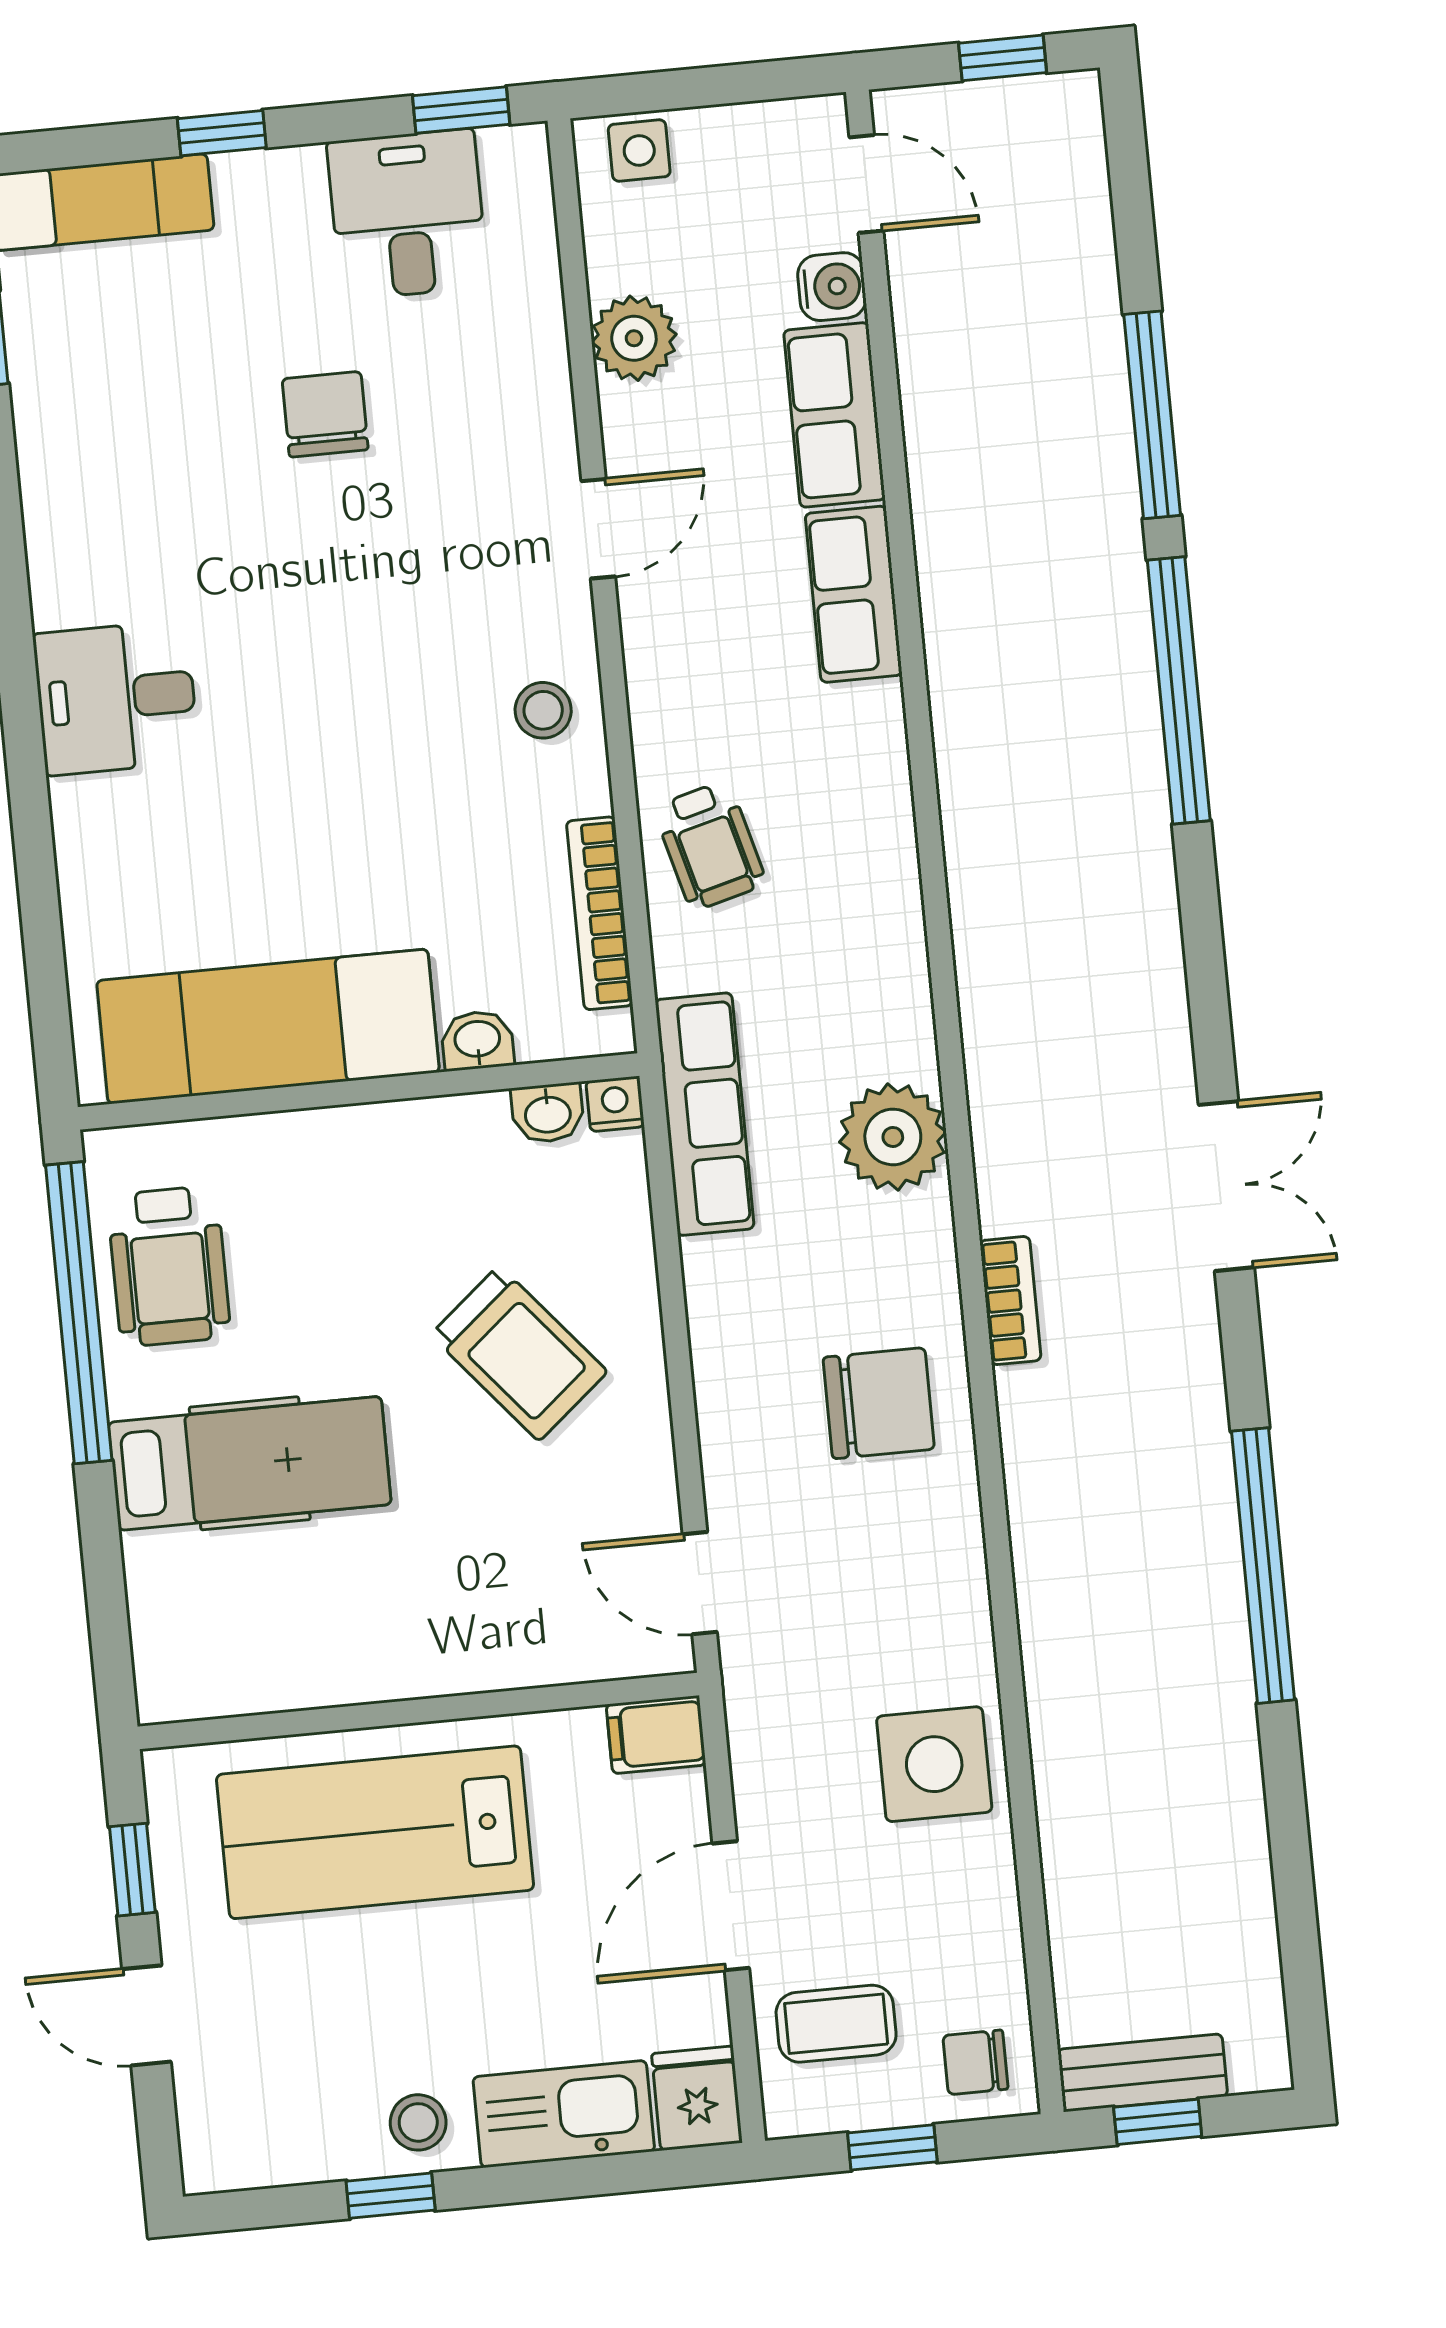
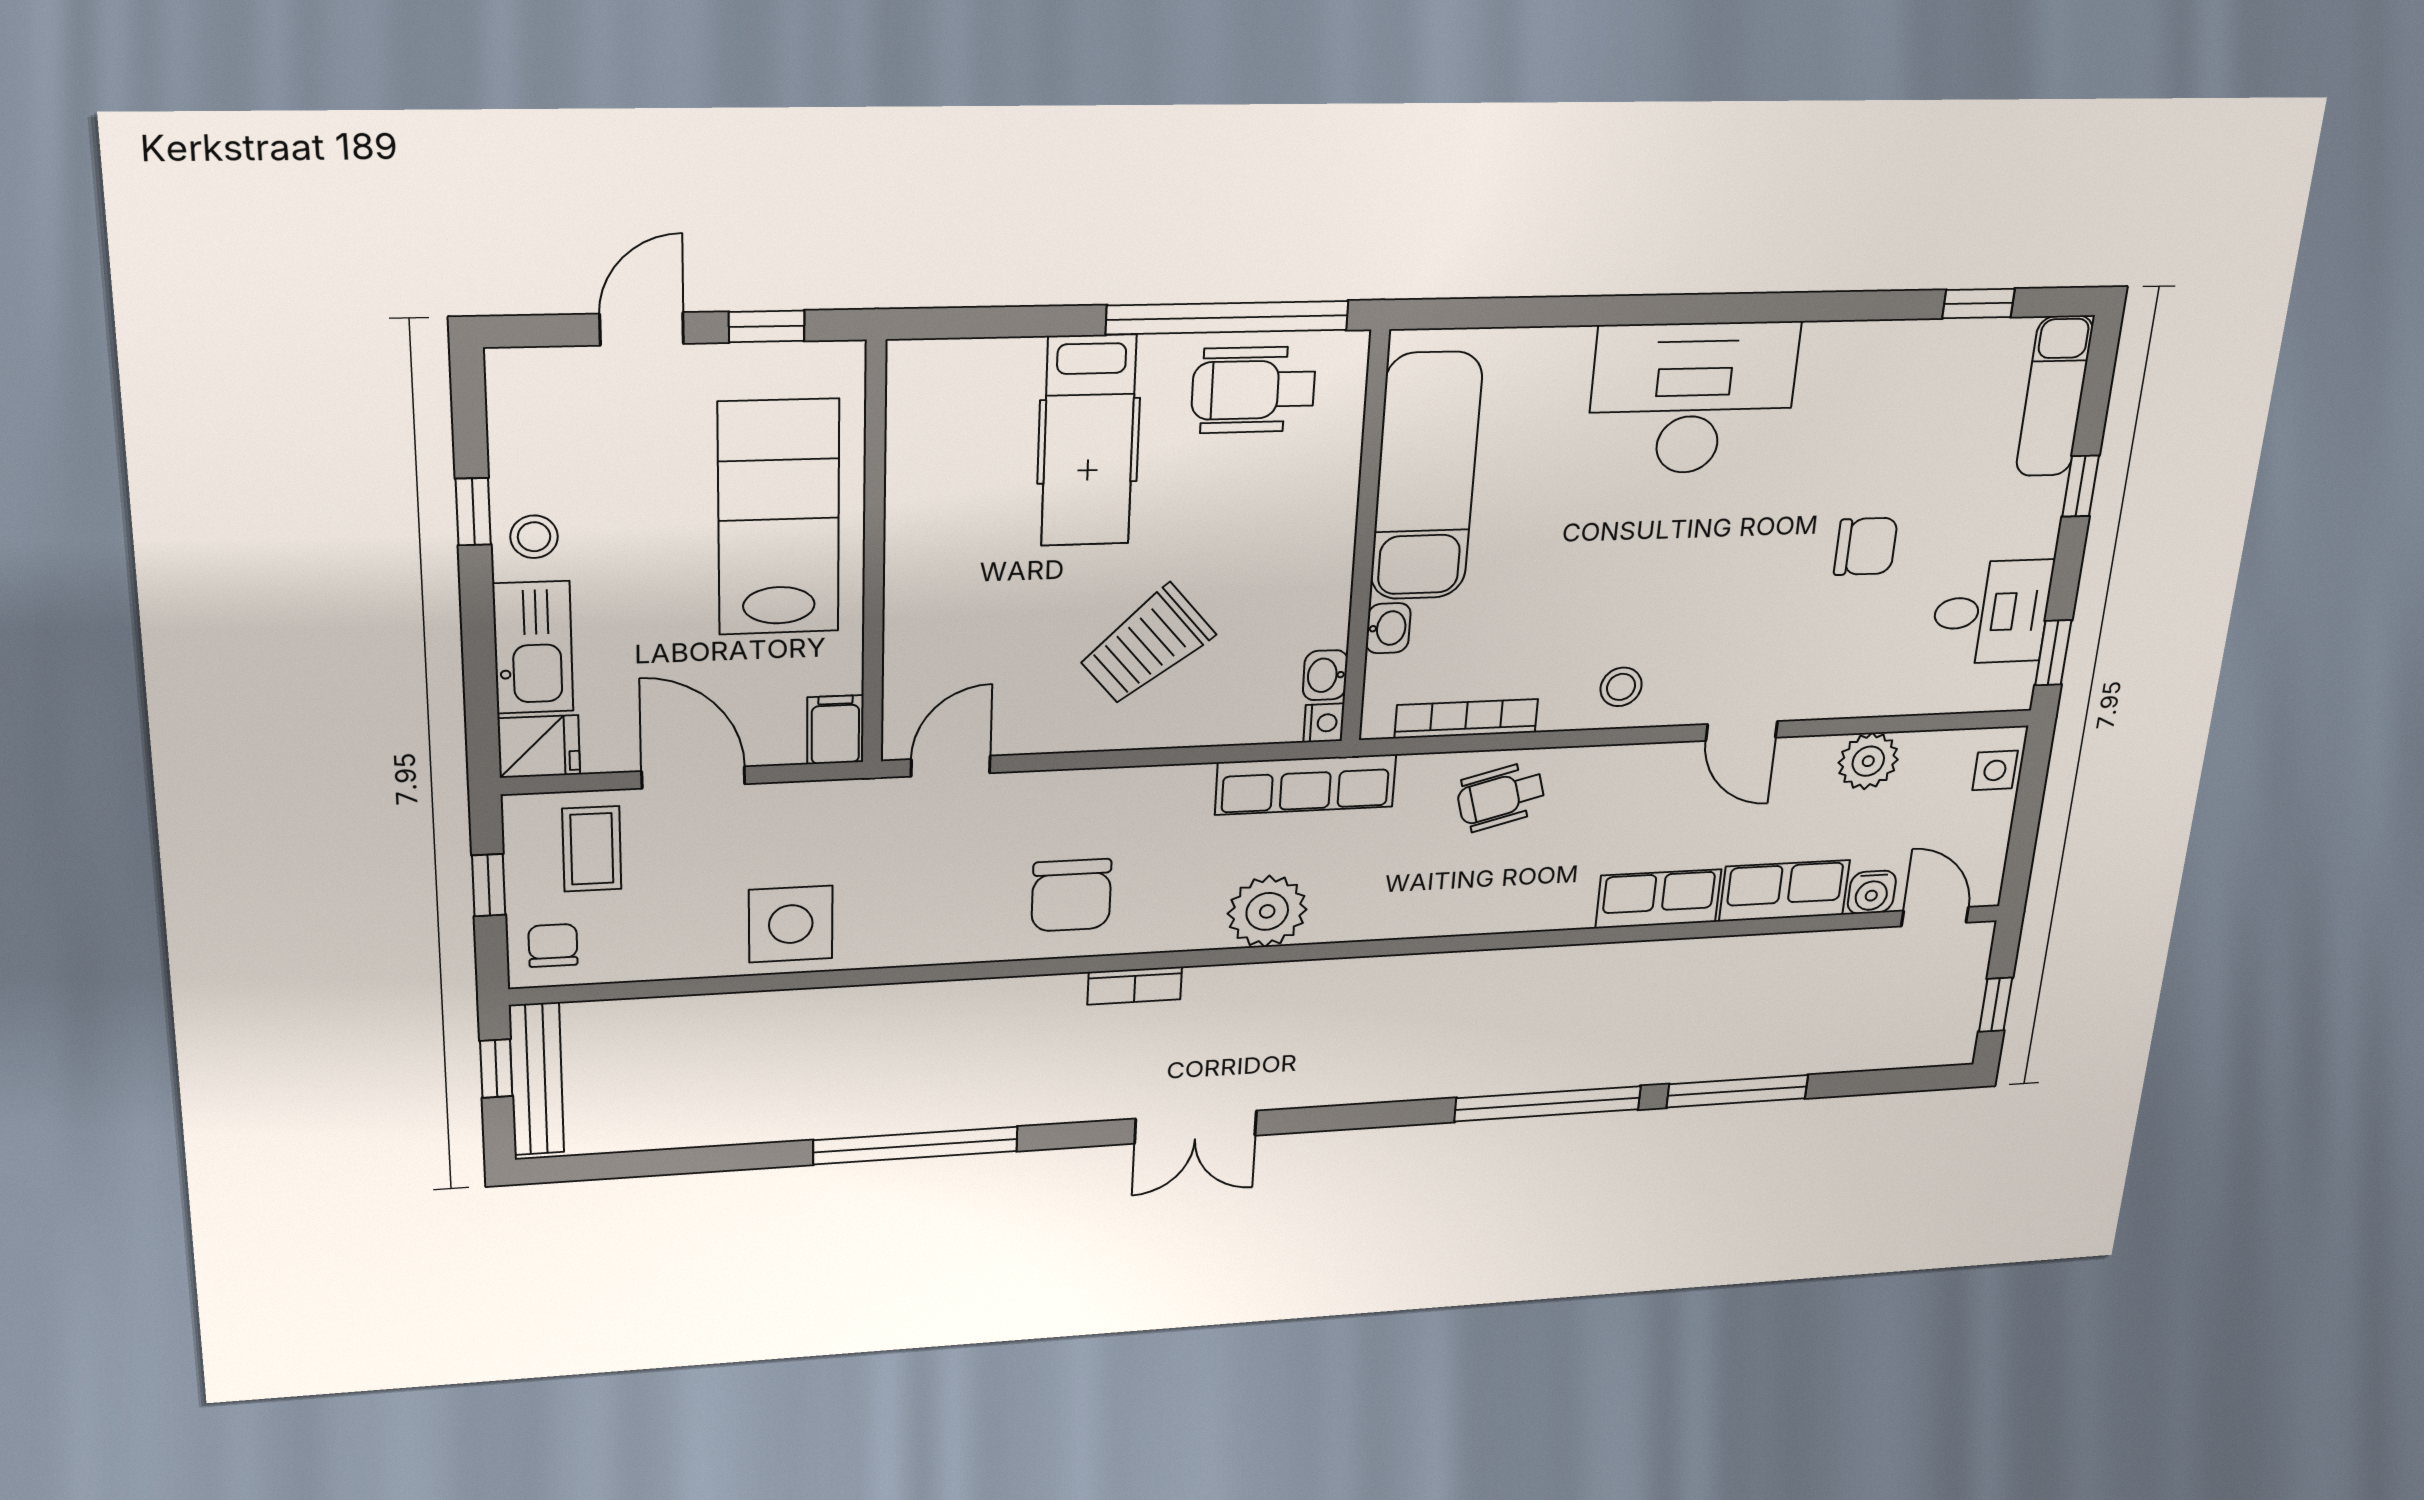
door: (866, 184) -> (1935, 917), swing flipped
desk: (116, 698) -> (1692, 398), width x1.87, depth x1.30
bench: (1142, 2073) -> (537, 1079), width x1.36

